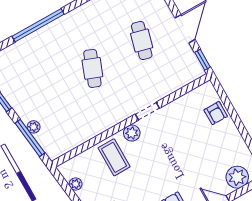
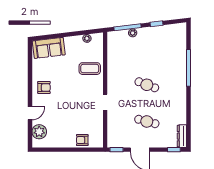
plant: (132, 133) -> (98, 86), removed

